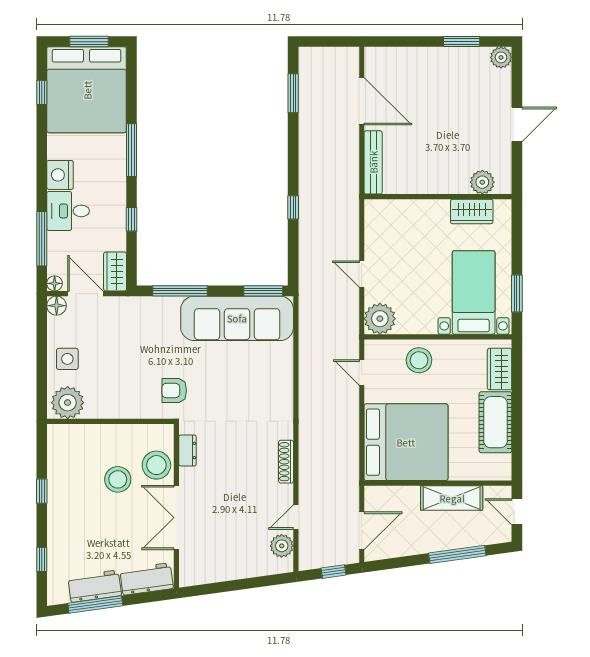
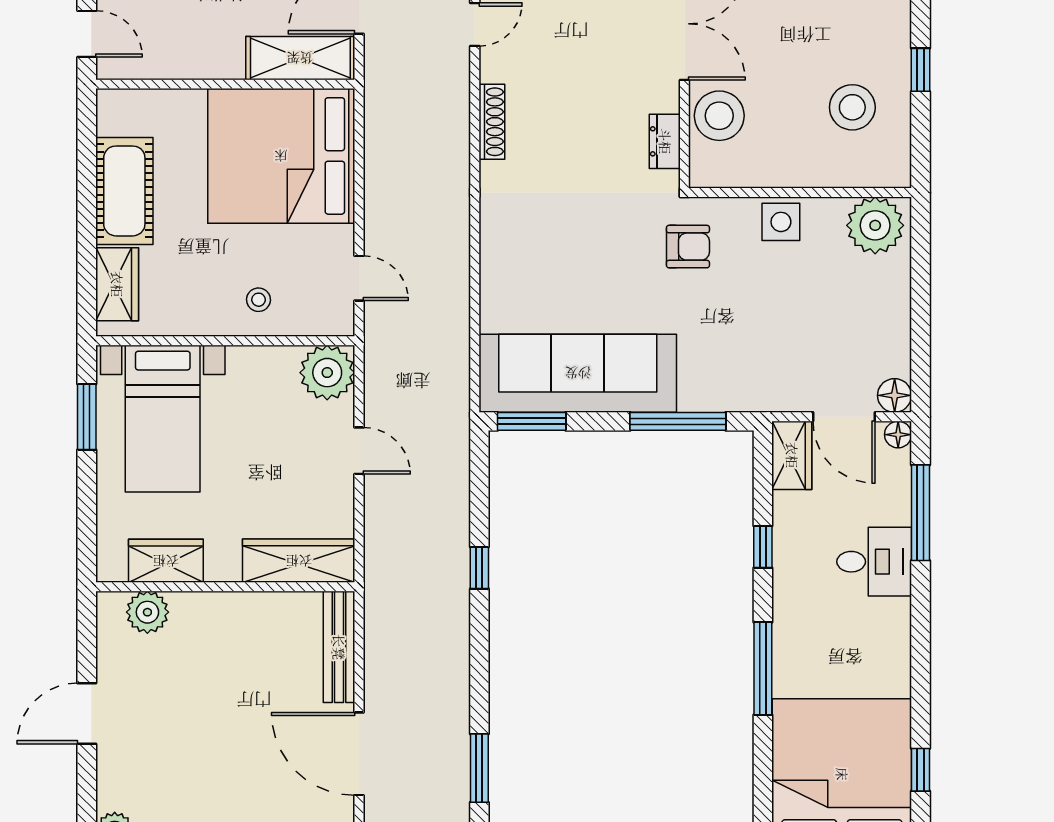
nightstand: (60, 175) -> (888, 625), removed
wardrobe: (396, 212) -> (299, 561), added
side table: (67, 359) -> (781, 222), moved
stool: (419, 360) -> (259, 300), width x0.53, depth x0.53
stool: (118, 479) -> (852, 107), moved
shelving: (452, 498) -> (300, 58), moved

